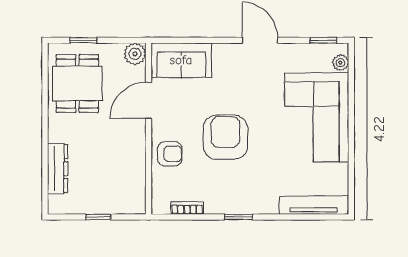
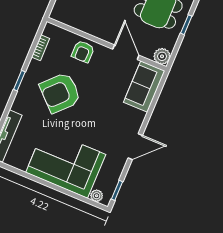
armchair: (225, 137) -> (60, 93), moved, turned 134

